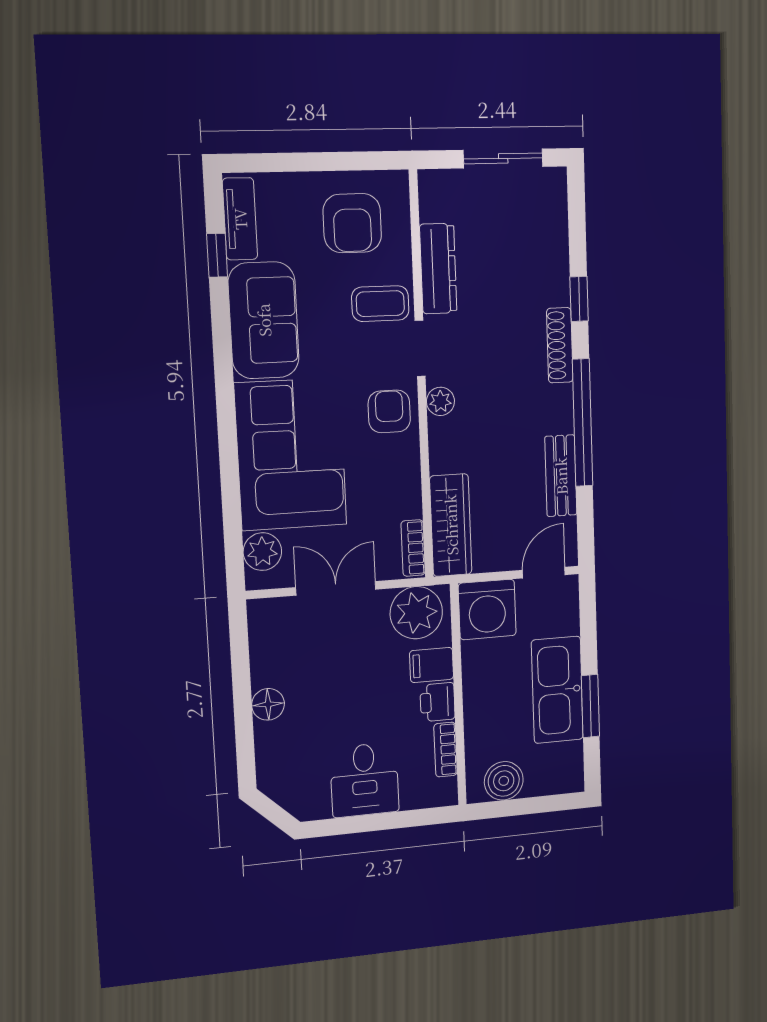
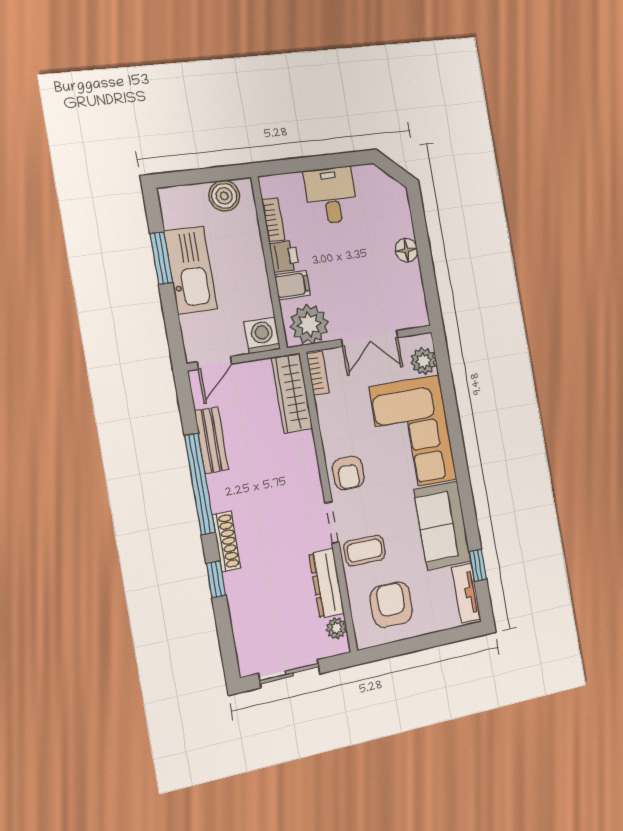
plant: (440, 401) -> (336, 628), moved
washing machine: (487, 609) -> (262, 336), width x0.73, depth x0.73

